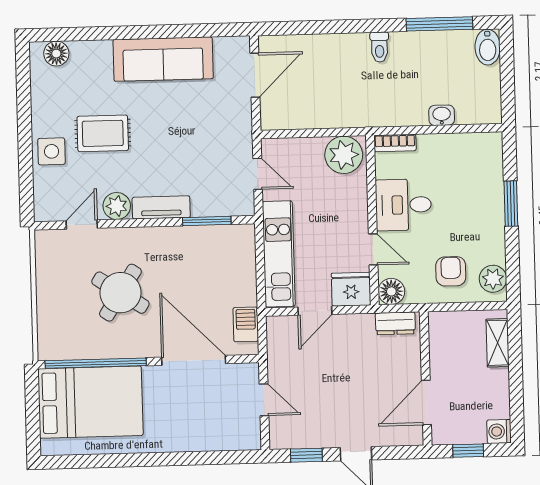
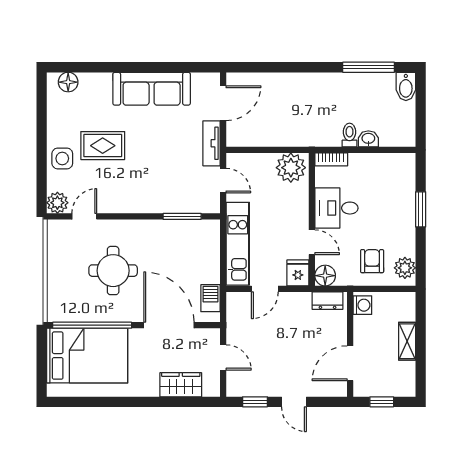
toilet: (379, 47) -> (350, 135), moved, turned 180
plant: (117, 206) -> (57, 203), moved
tv unit: (161, 207) -> (211, 143), moved, turned -90
fridge: (351, 289) -> (298, 273), width x0.72
round table: (120, 293) -> (113, 271), turned -33
shelving: (498, 343) -> (407, 341), moved
washing machine: (499, 431) -> (362, 305), moved, turned 180
wardrobe: (211, 436) -> (181, 385), added

